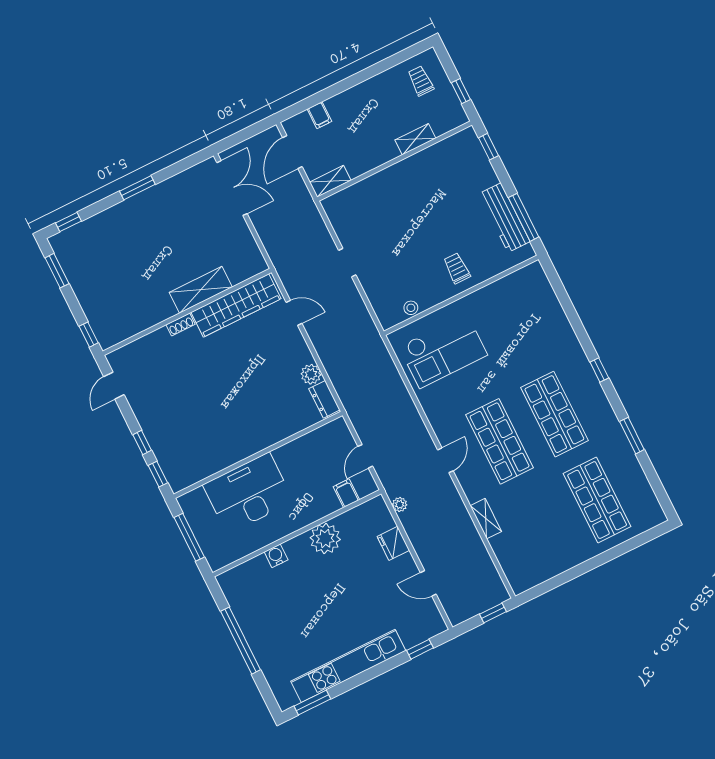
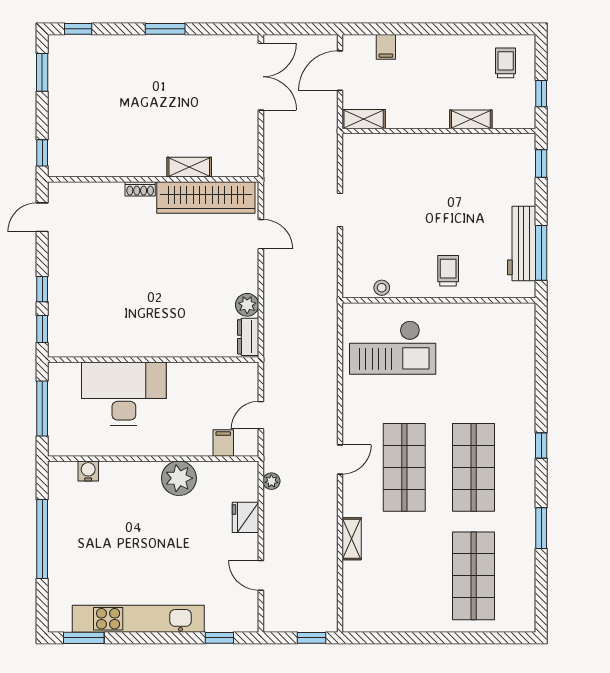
shelving: (201, 290) -> (189, 167), width x0.67, depth x0.75
water cooler: (276, 556) -> (88, 471), moved

